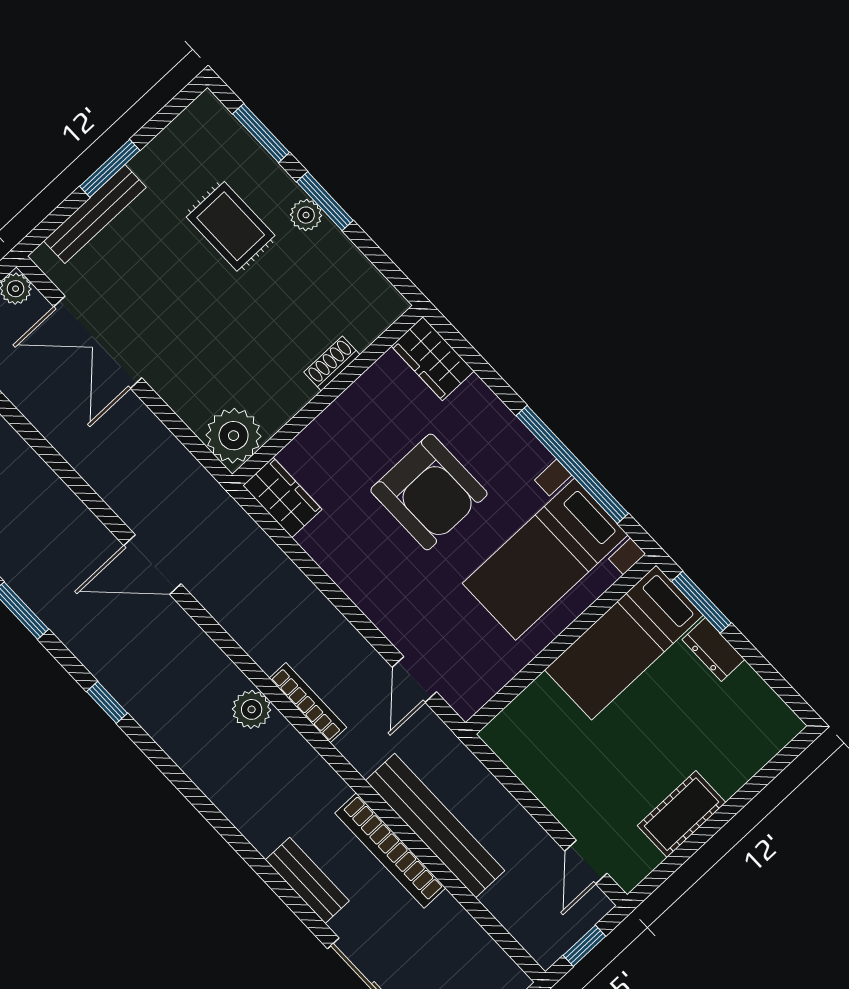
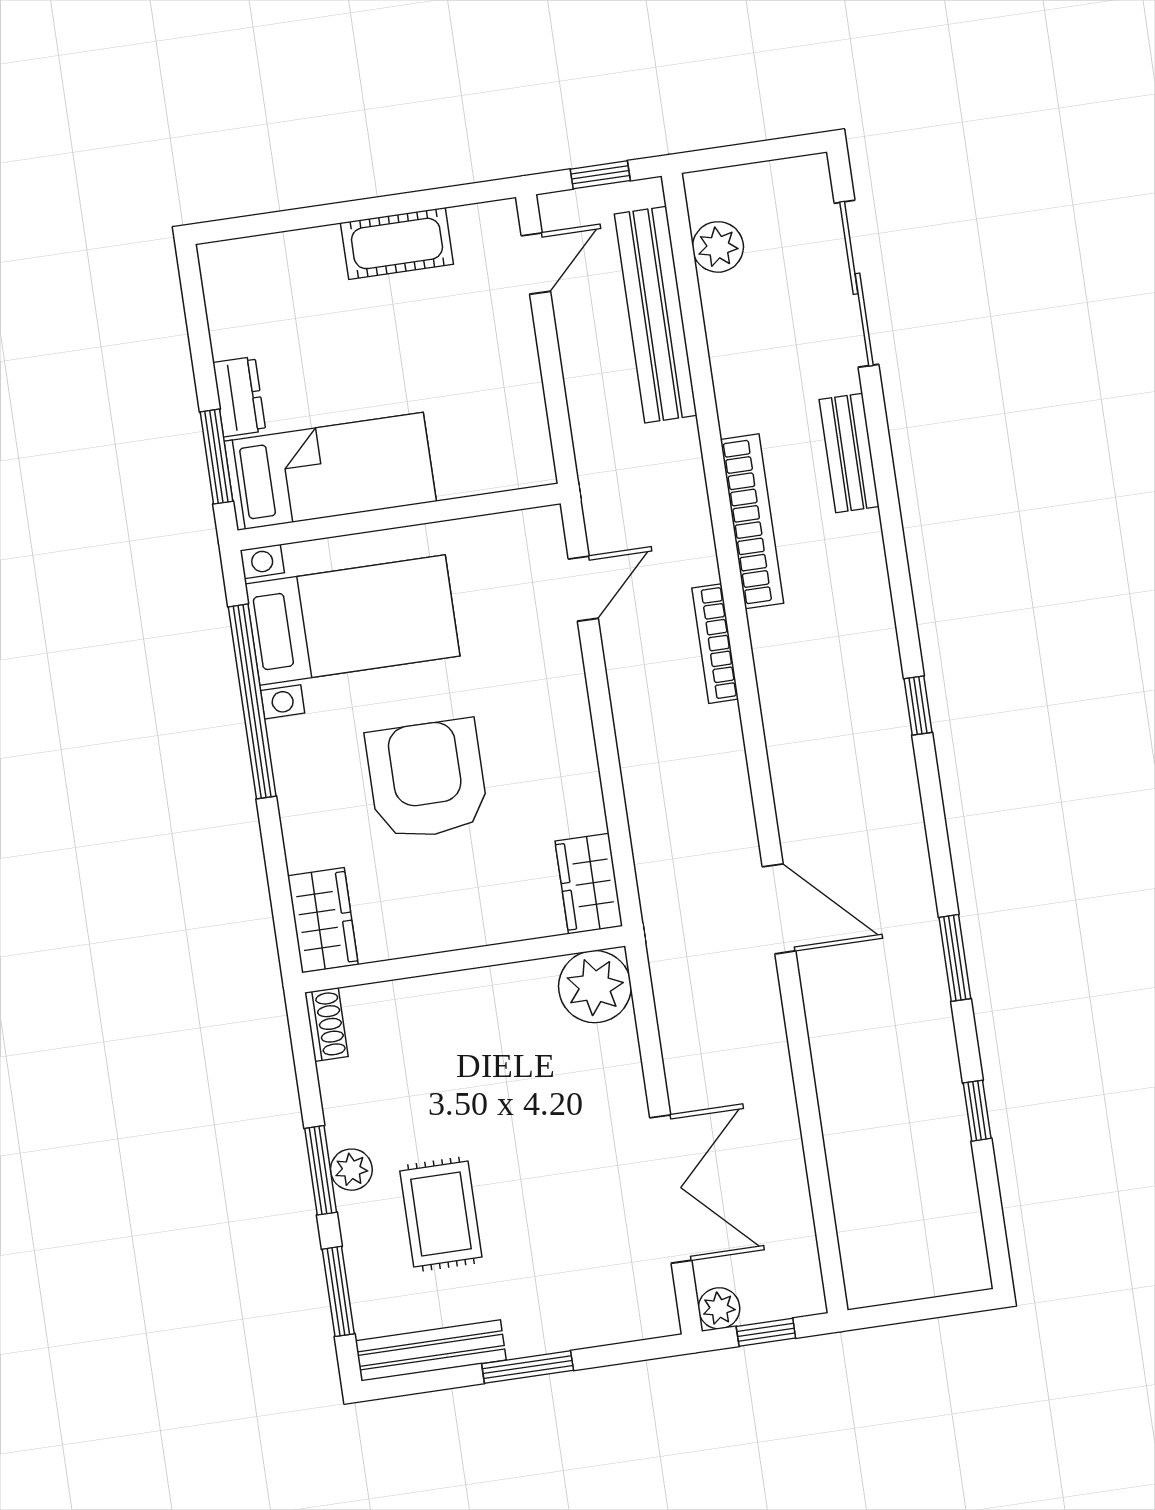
bench: (95, 214) -> (431, 1350), moved
shoe rack: (332, 363) -> (326, 1025), moved, turned -90
window: (107, 702) -> (918, 706), moved
plant: (252, 709) -> (718, 247), moved
bench: (435, 825) -> (656, 315), moved
bookcase: (390, 851) -> (752, 521), moved

